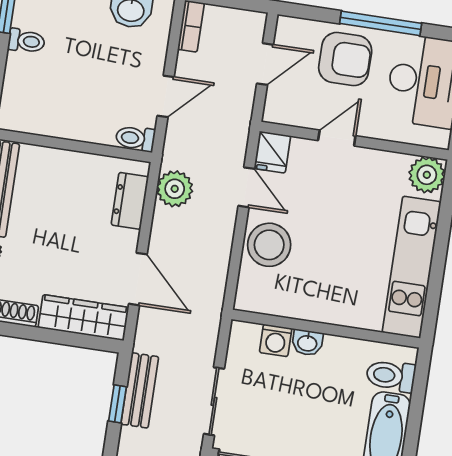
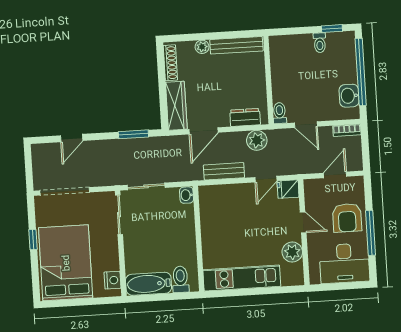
door: (265, 64) -> (335, 175), swing flipped
plant: (427, 175) -> (292, 252), moved
stool: (269, 245) -> (237, 198), removed
washing machine: (276, 340) -> (186, 213), removed
washbasin: (307, 343) -> (187, 195), moved
bench: (140, 390) -> (224, 171), moved
window: (117, 404) -> (133, 134), width x1.50

